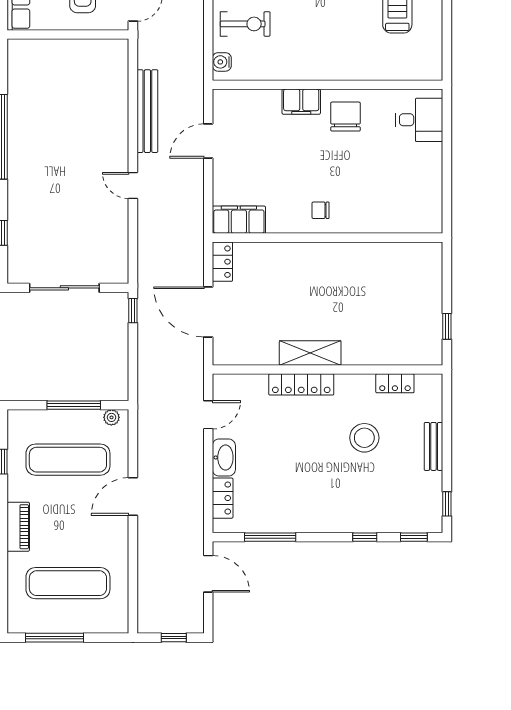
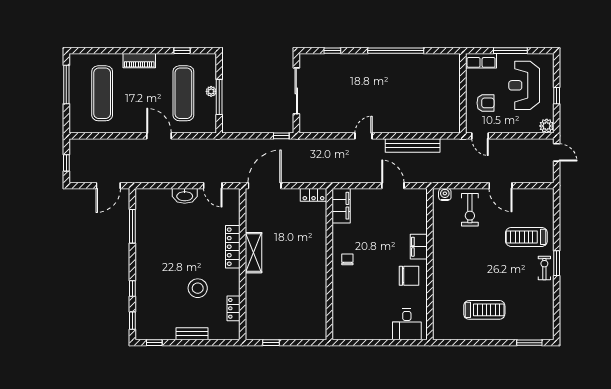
door: (208, 312) -> (265, 186), moved
plant: (111, 417) -> (211, 91), moved
locker: (223, 498) -> (158, 195), removed

